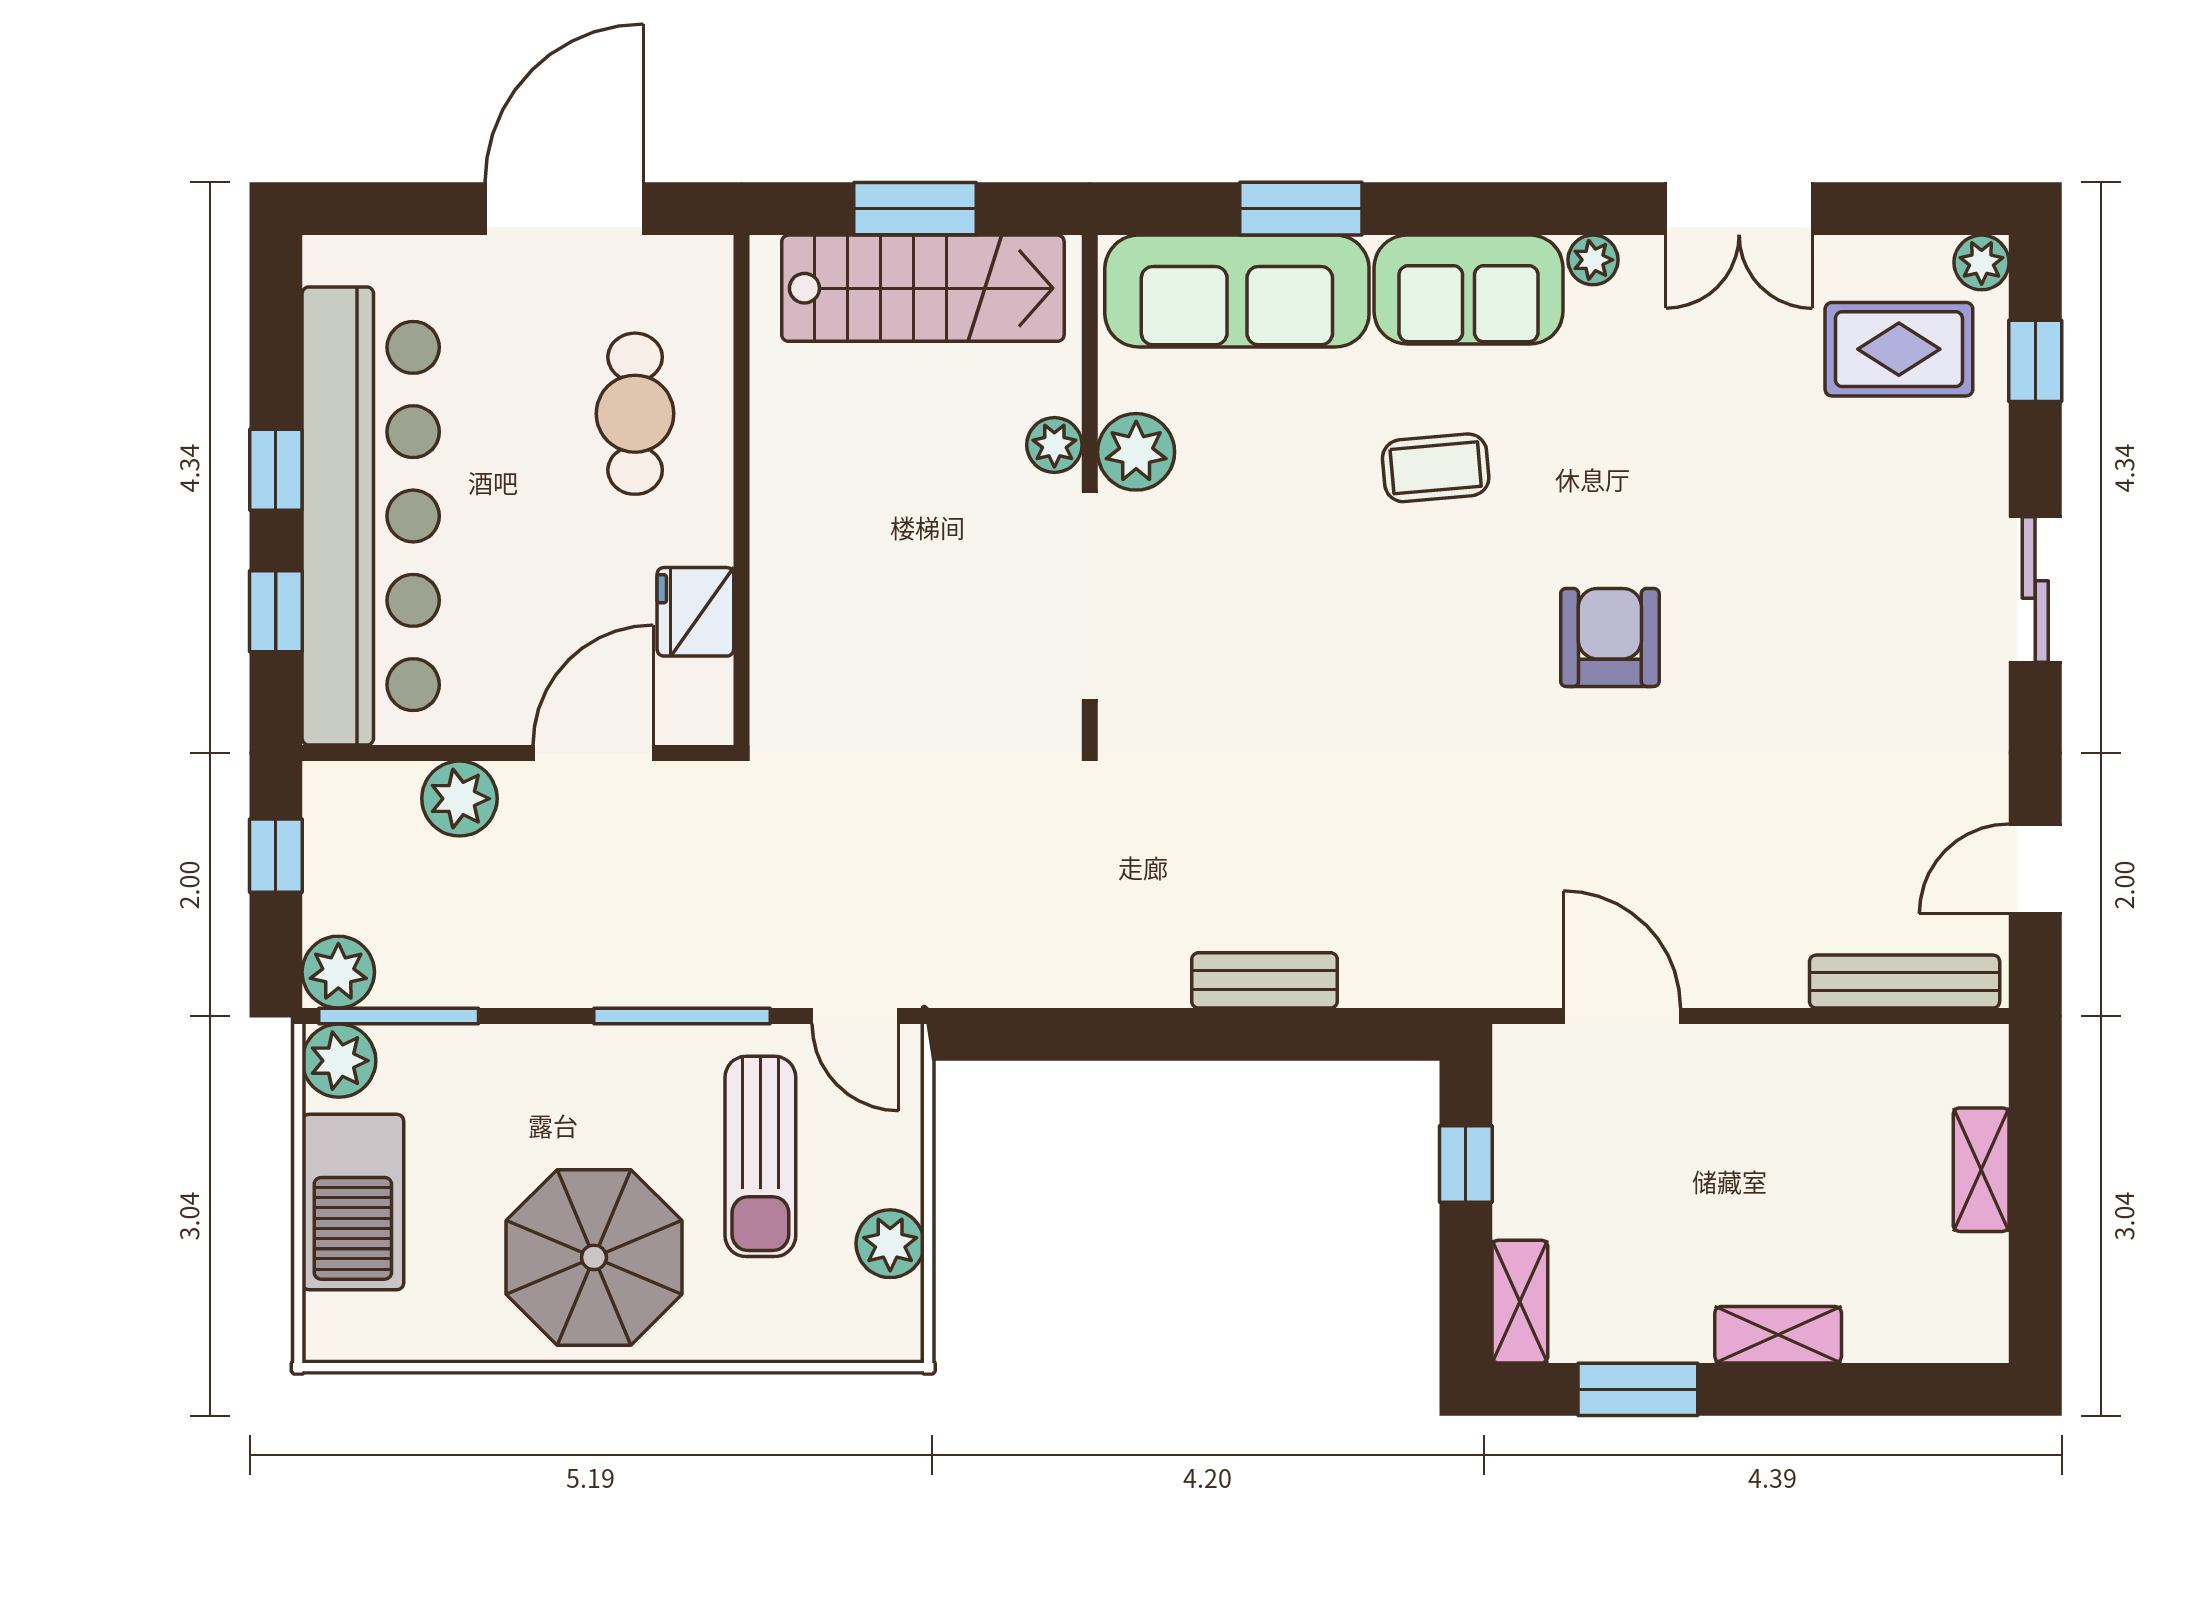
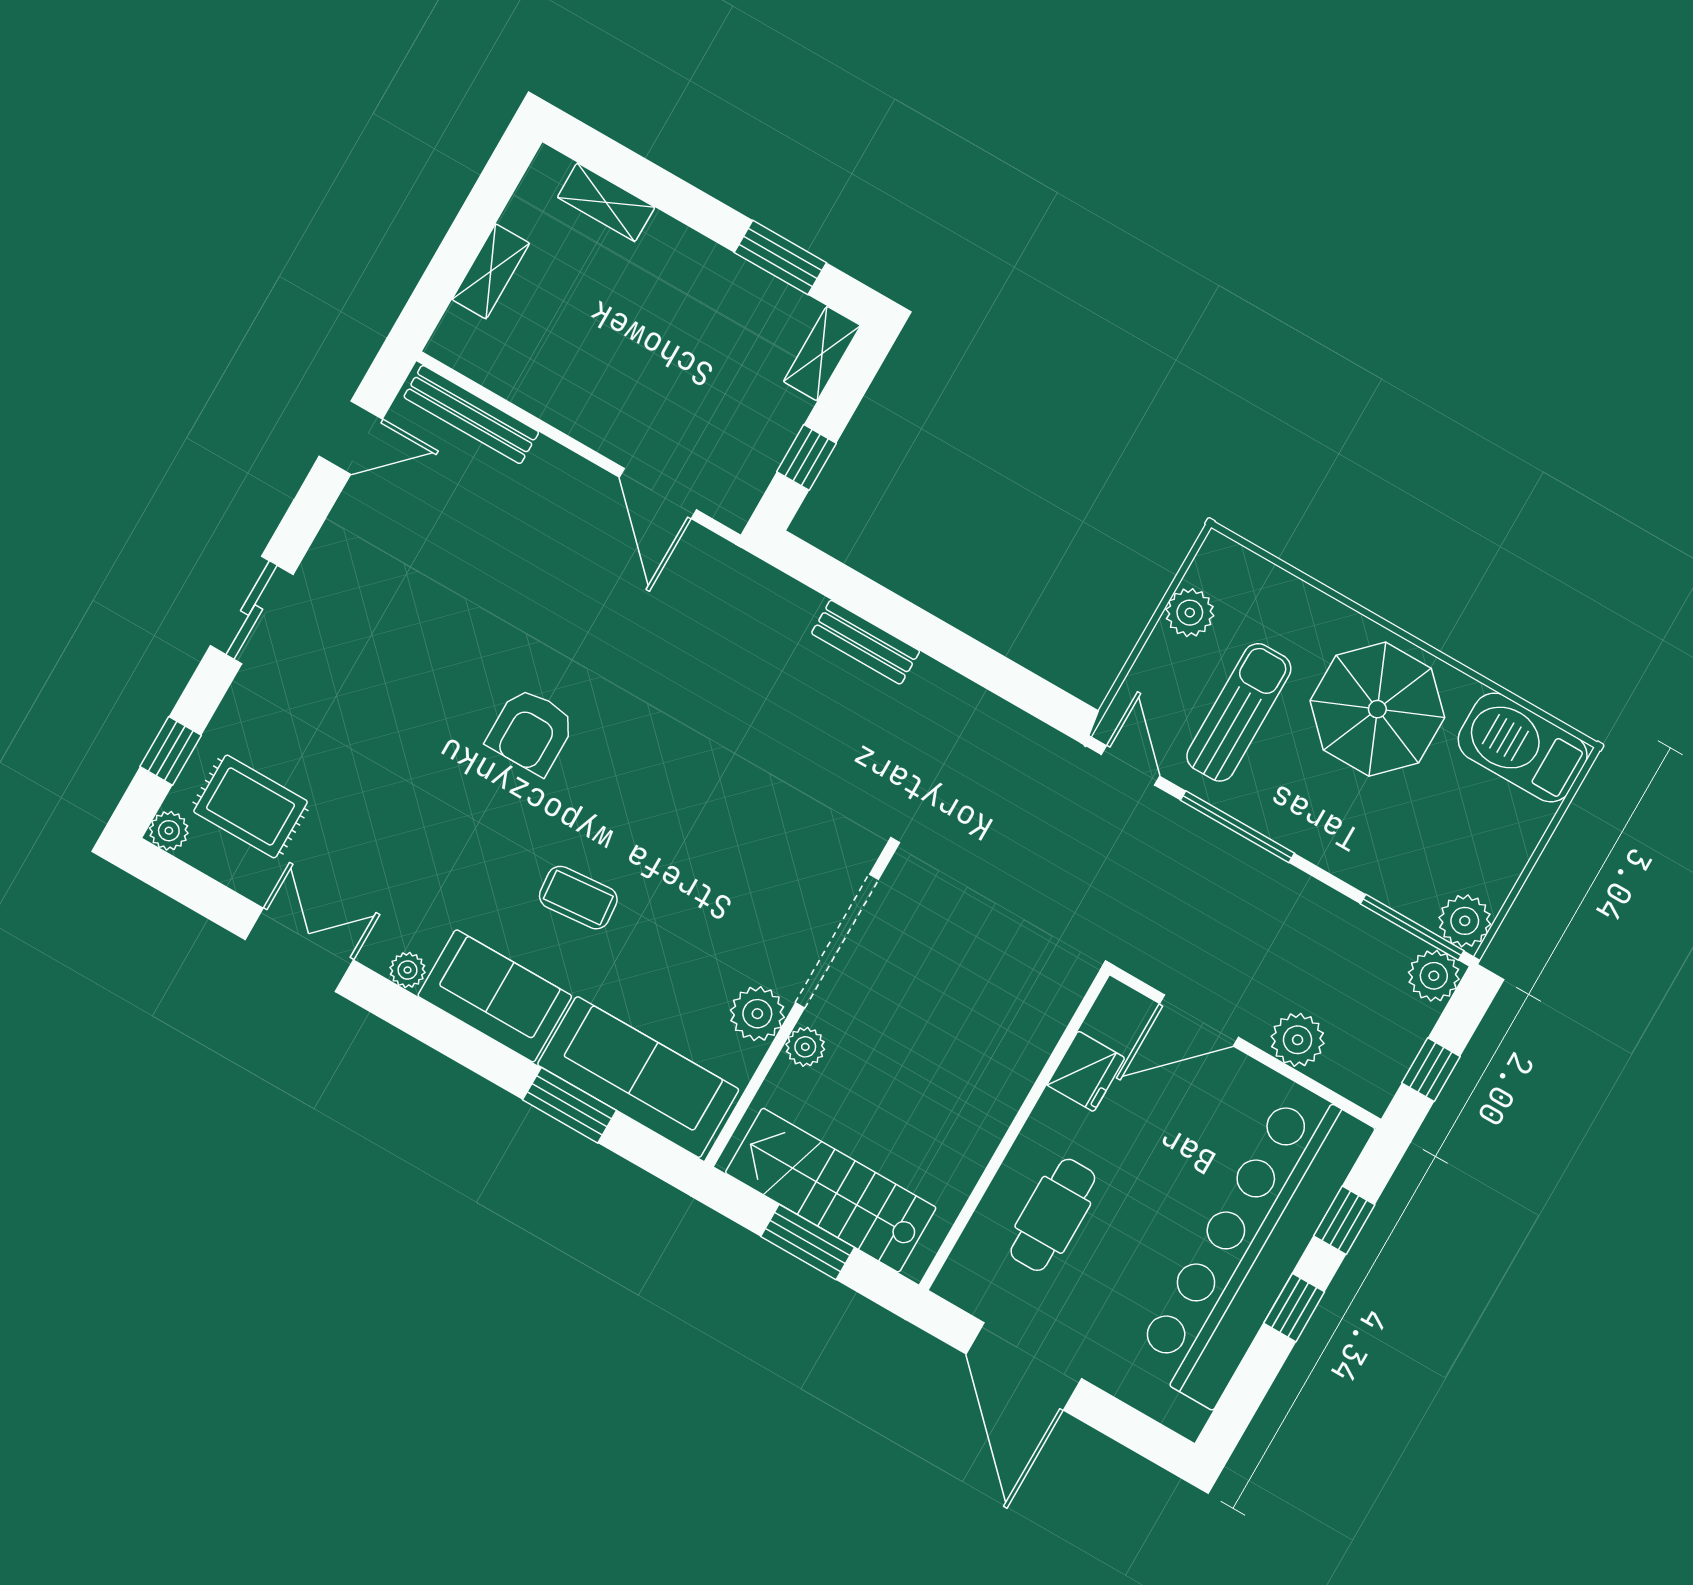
door: (564, 209) -> (1024, 1366), hinge flipped
barbecue: (353, 1202) -> (1523, 747), moved, turned -90
shelving: (1778, 1335) -> (606, 202), moved

